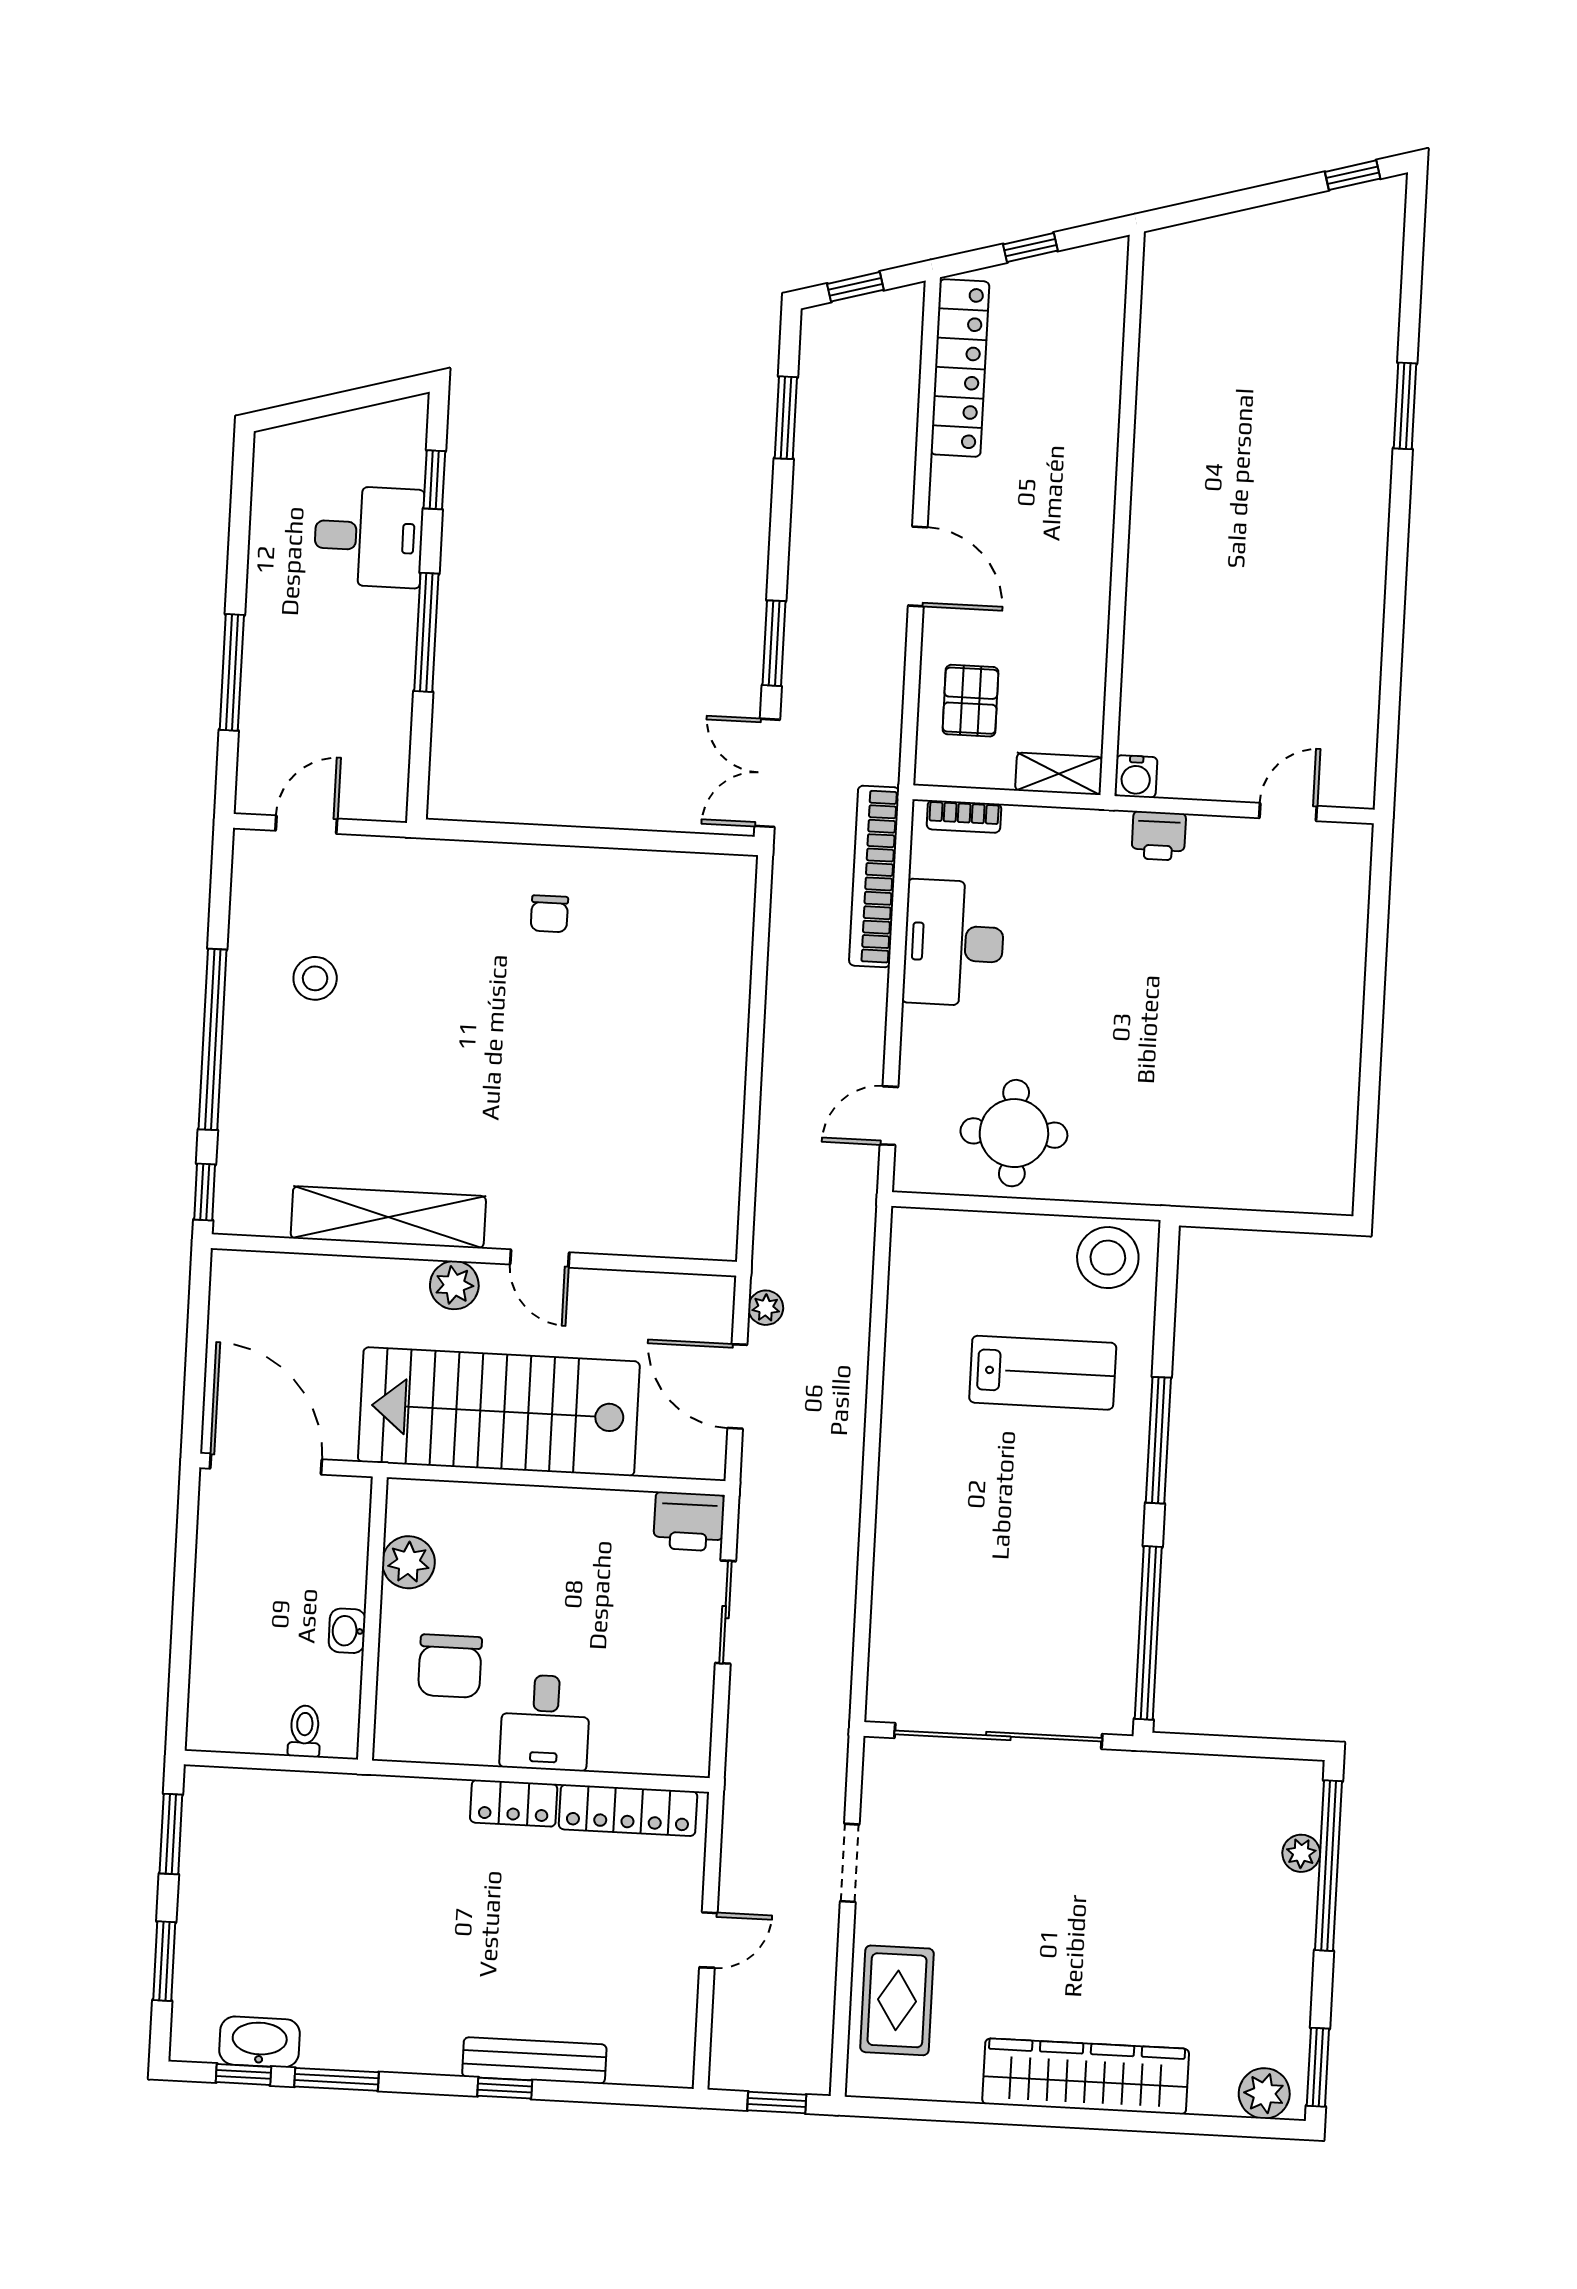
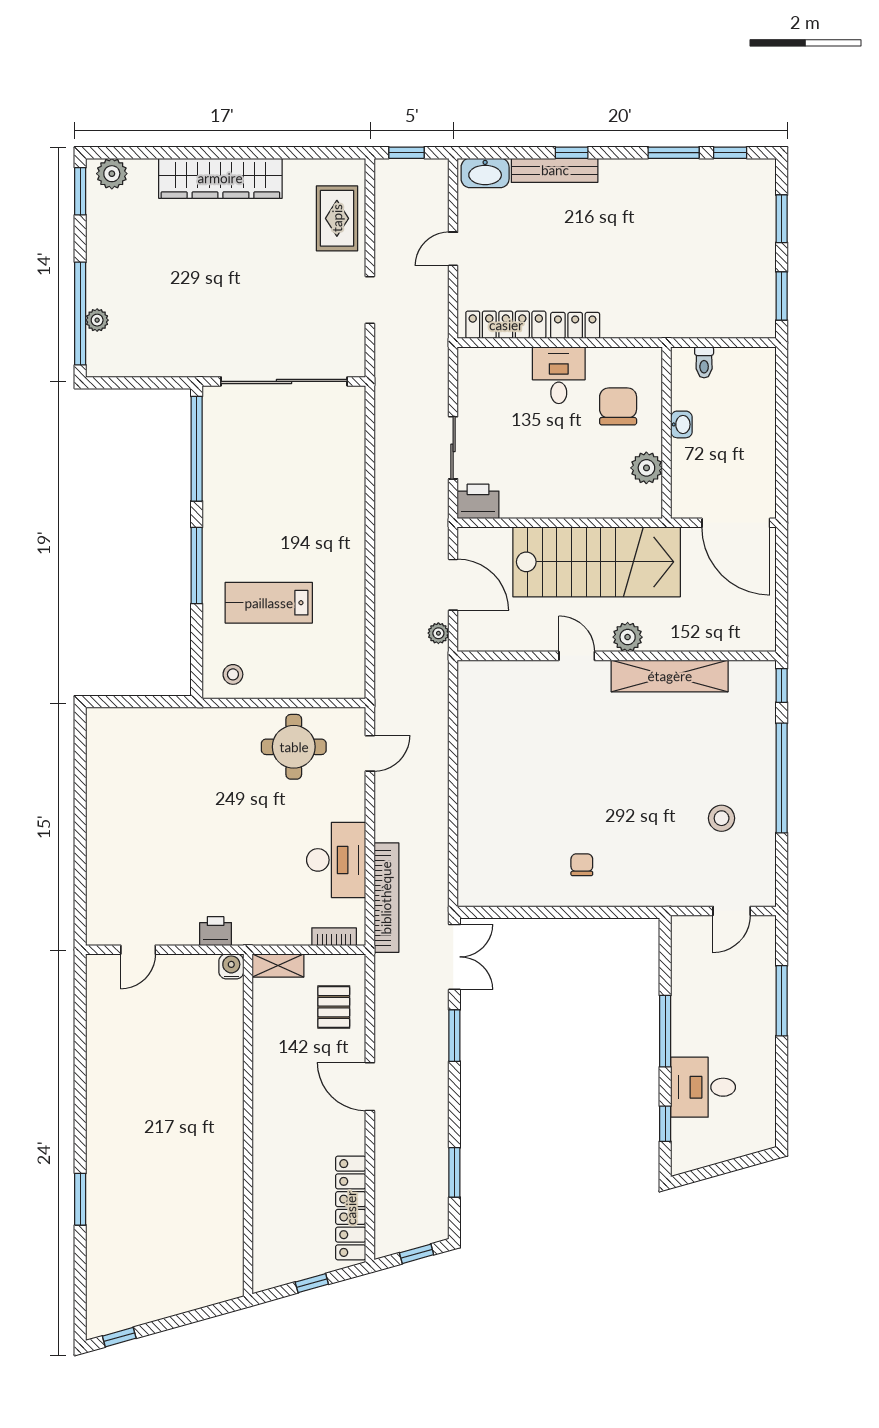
stool: (1108, 1258) -> (233, 674), width x0.53, depth x0.53
washbasin: (260, 2042) -> (485, 173), moved

